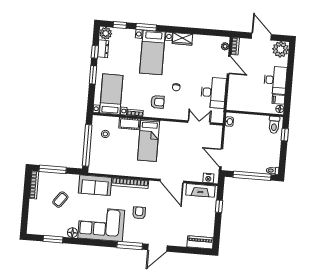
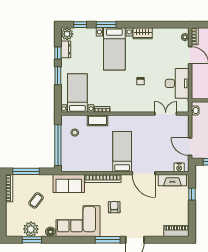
armchair: (157, 102) -> (123, 97), removed
bed: (149, 140) -> (122, 152), moved, turned 180
plant: (53, 228) -> (31, 229), added

